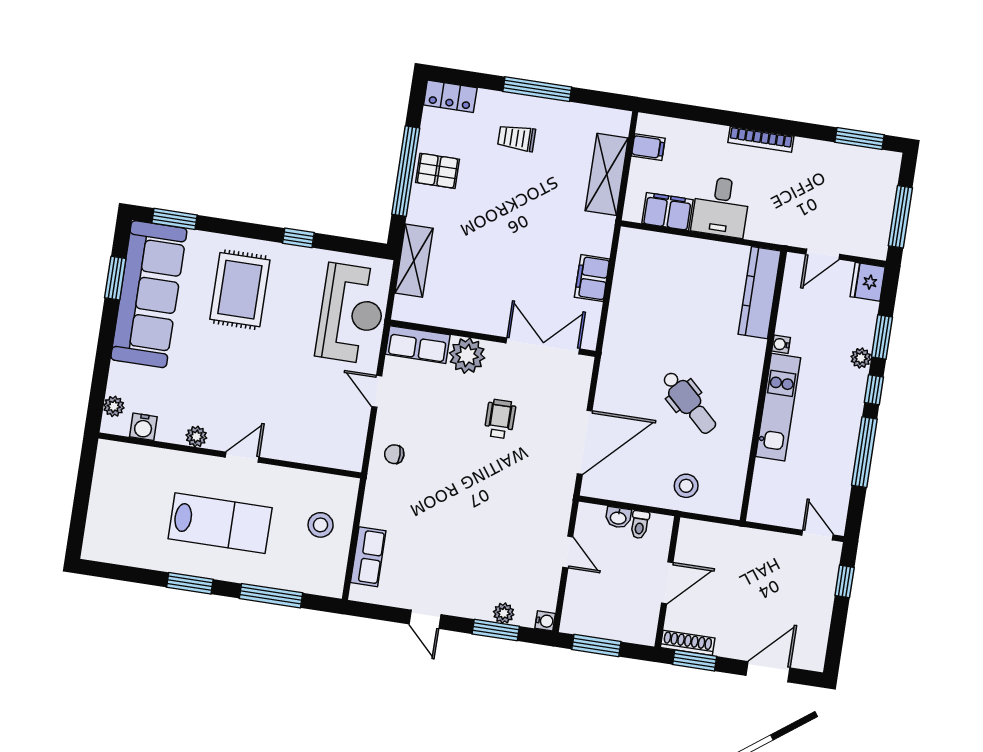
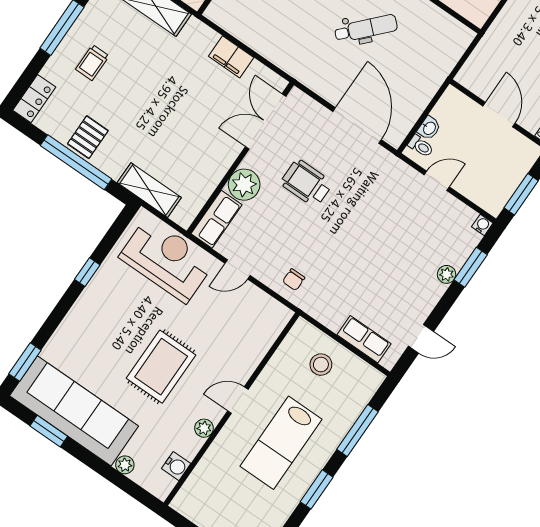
rug: (240, 290) -> (161, 367), moved, turned 90
plant: (114, 406) -> (125, 465), moved
wheelchair: (500, 419) -> (306, 183), width x1.36, depth x1.37
door: (242, 457) -> (238, 400), hinge flipped
stool: (686, 486) -> (430, 63), removed
lab bench: (220, 523) -> (281, 443), turned 180
toilet: (640, 525) -> (421, 146), moved
plant: (504, 613) -> (447, 274), moved
door: (425, 619) -> (421, 339), moved

